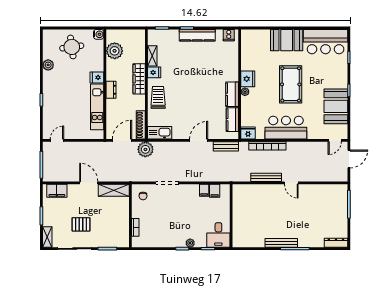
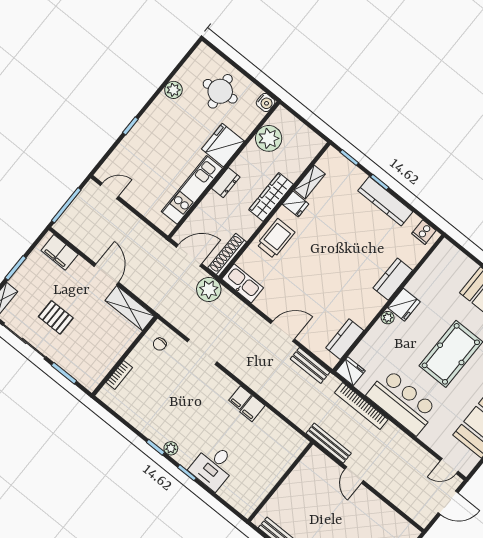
fridge: (97, 77) -> (223, 145), width x1.88, depth x1.34
kitchen counter: (232, 94) -> (393, 279), moved
wall: (231, 216) -> (280, 482), moved

